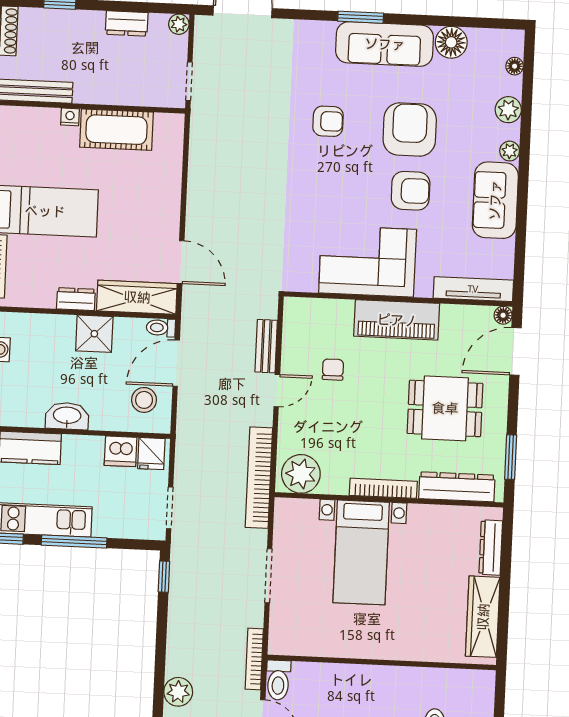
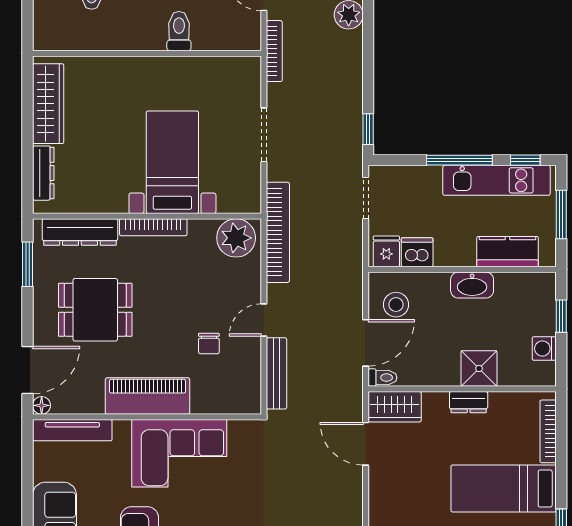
wardrobe: (137, 297) -> (395, 407), width x0.67
shower: (94, 334) -> (479, 368), moved
bench: (266, 346) -> (276, 373), width x1.36
toilet: (278, 680) -> (179, 31), moved

